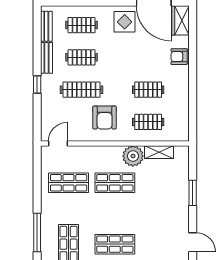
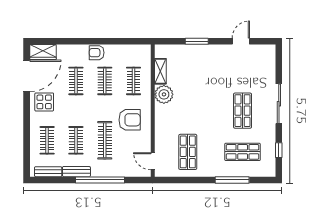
clothes rail: (148, 57) -> (76, 81), added
armchair: (179, 57) -> (97, 53), moved, turned 90
window: (37, 84) -> (100, 180), width x3.17
shop shelf: (115, 183) -> (188, 111), removed

